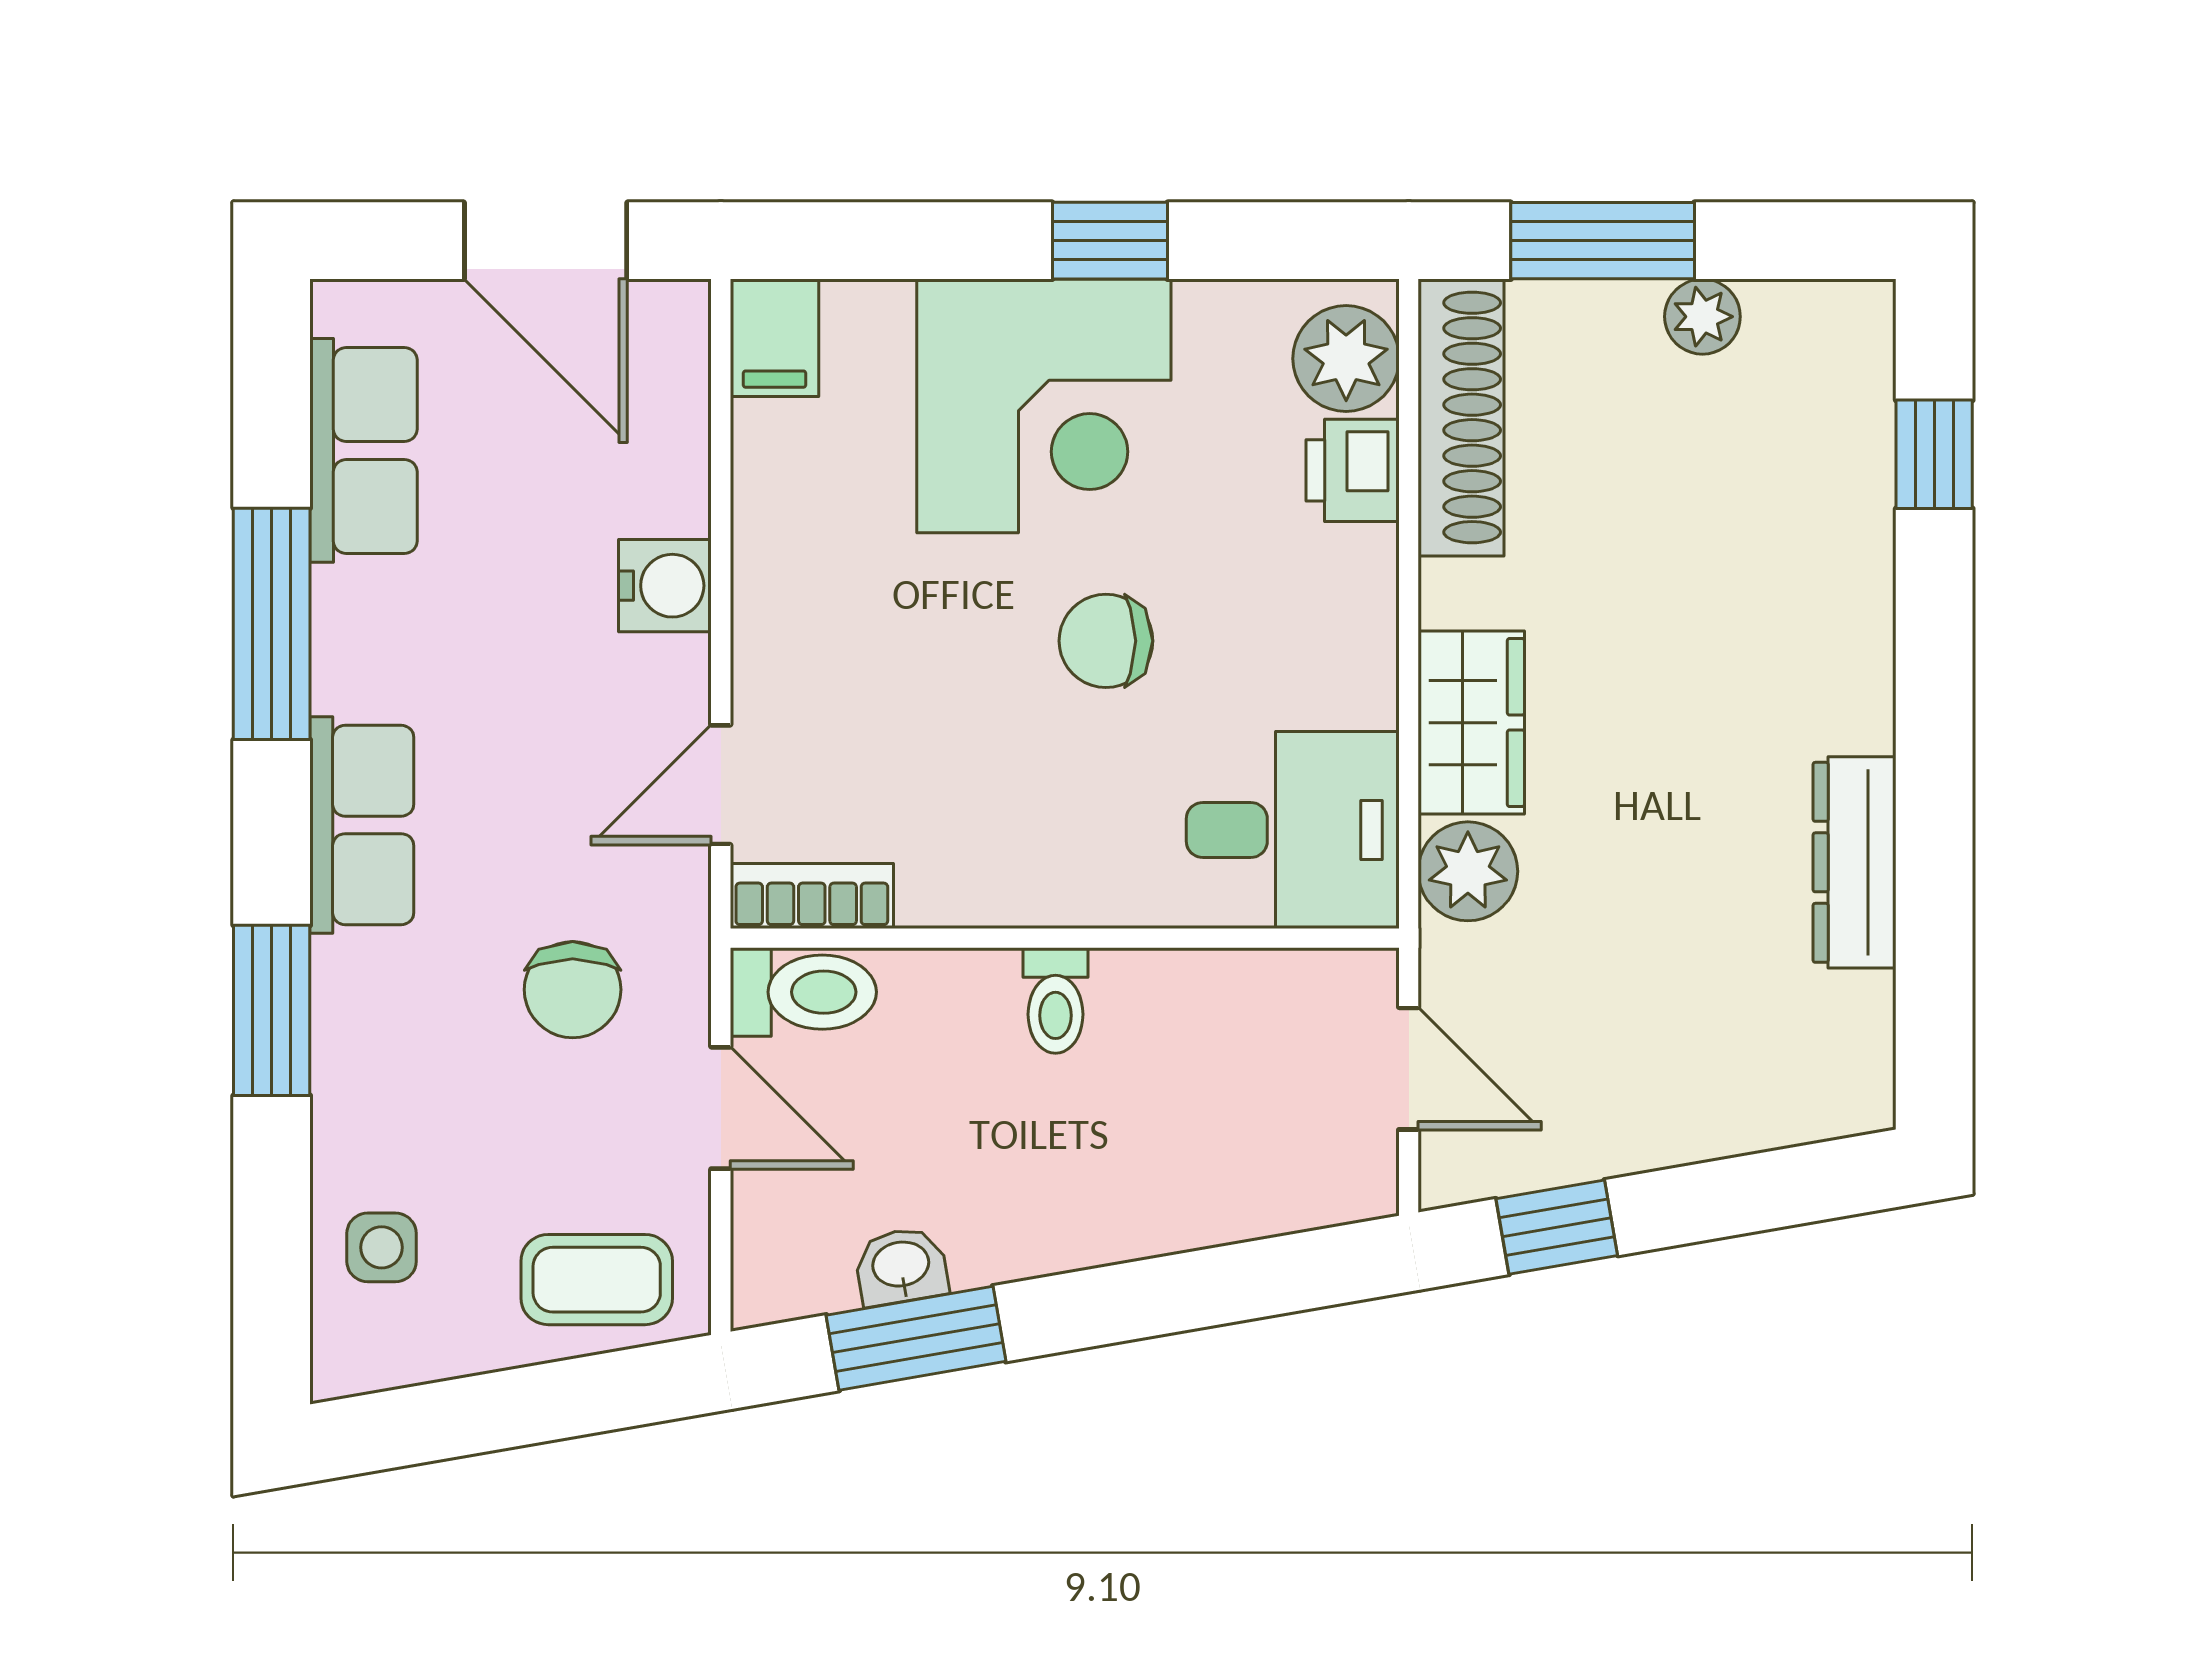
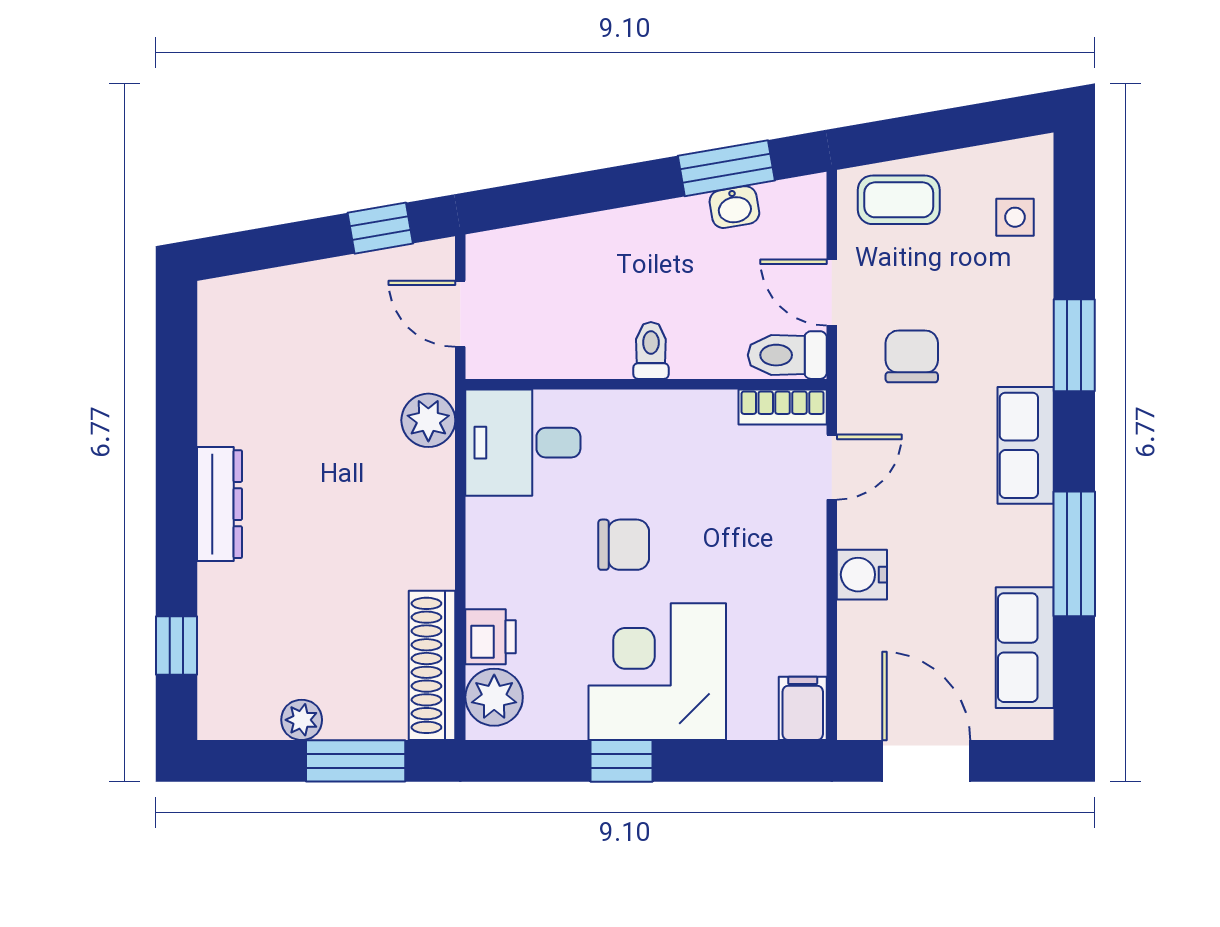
wardrobe: (1471, 723) -> (426, 501), removed
dresser: (1855, 862) -> (219, 504), moved

